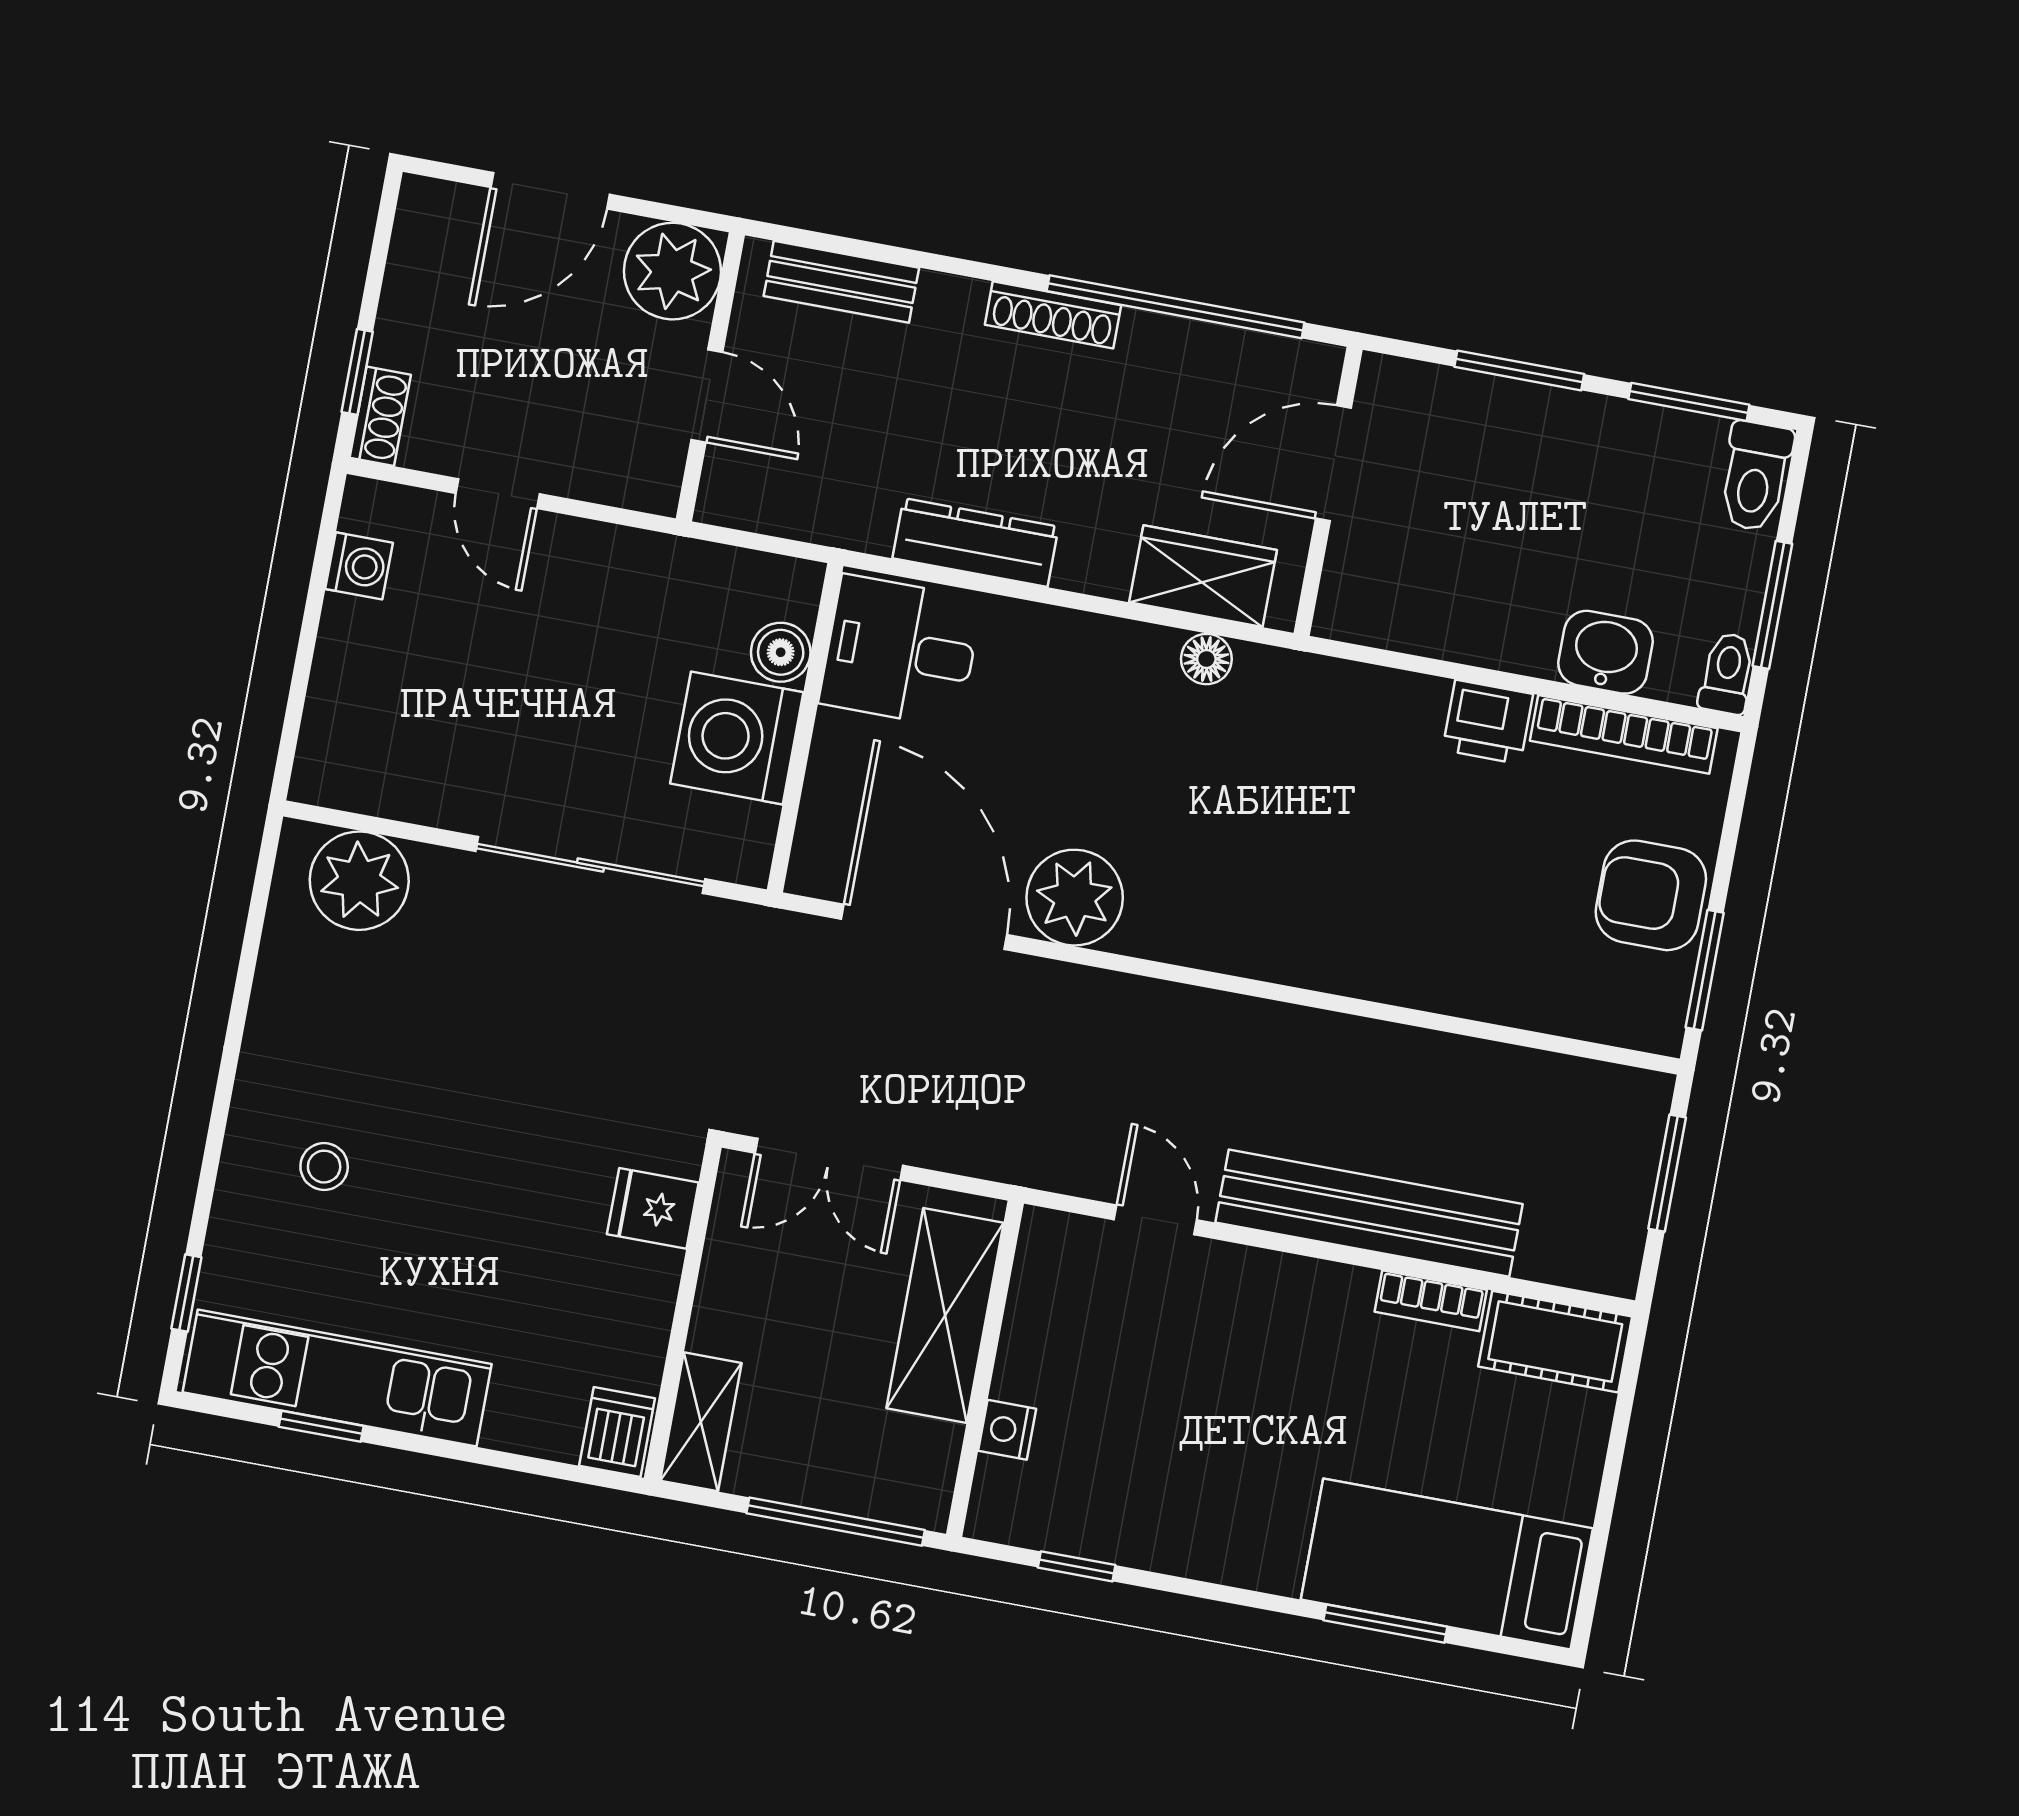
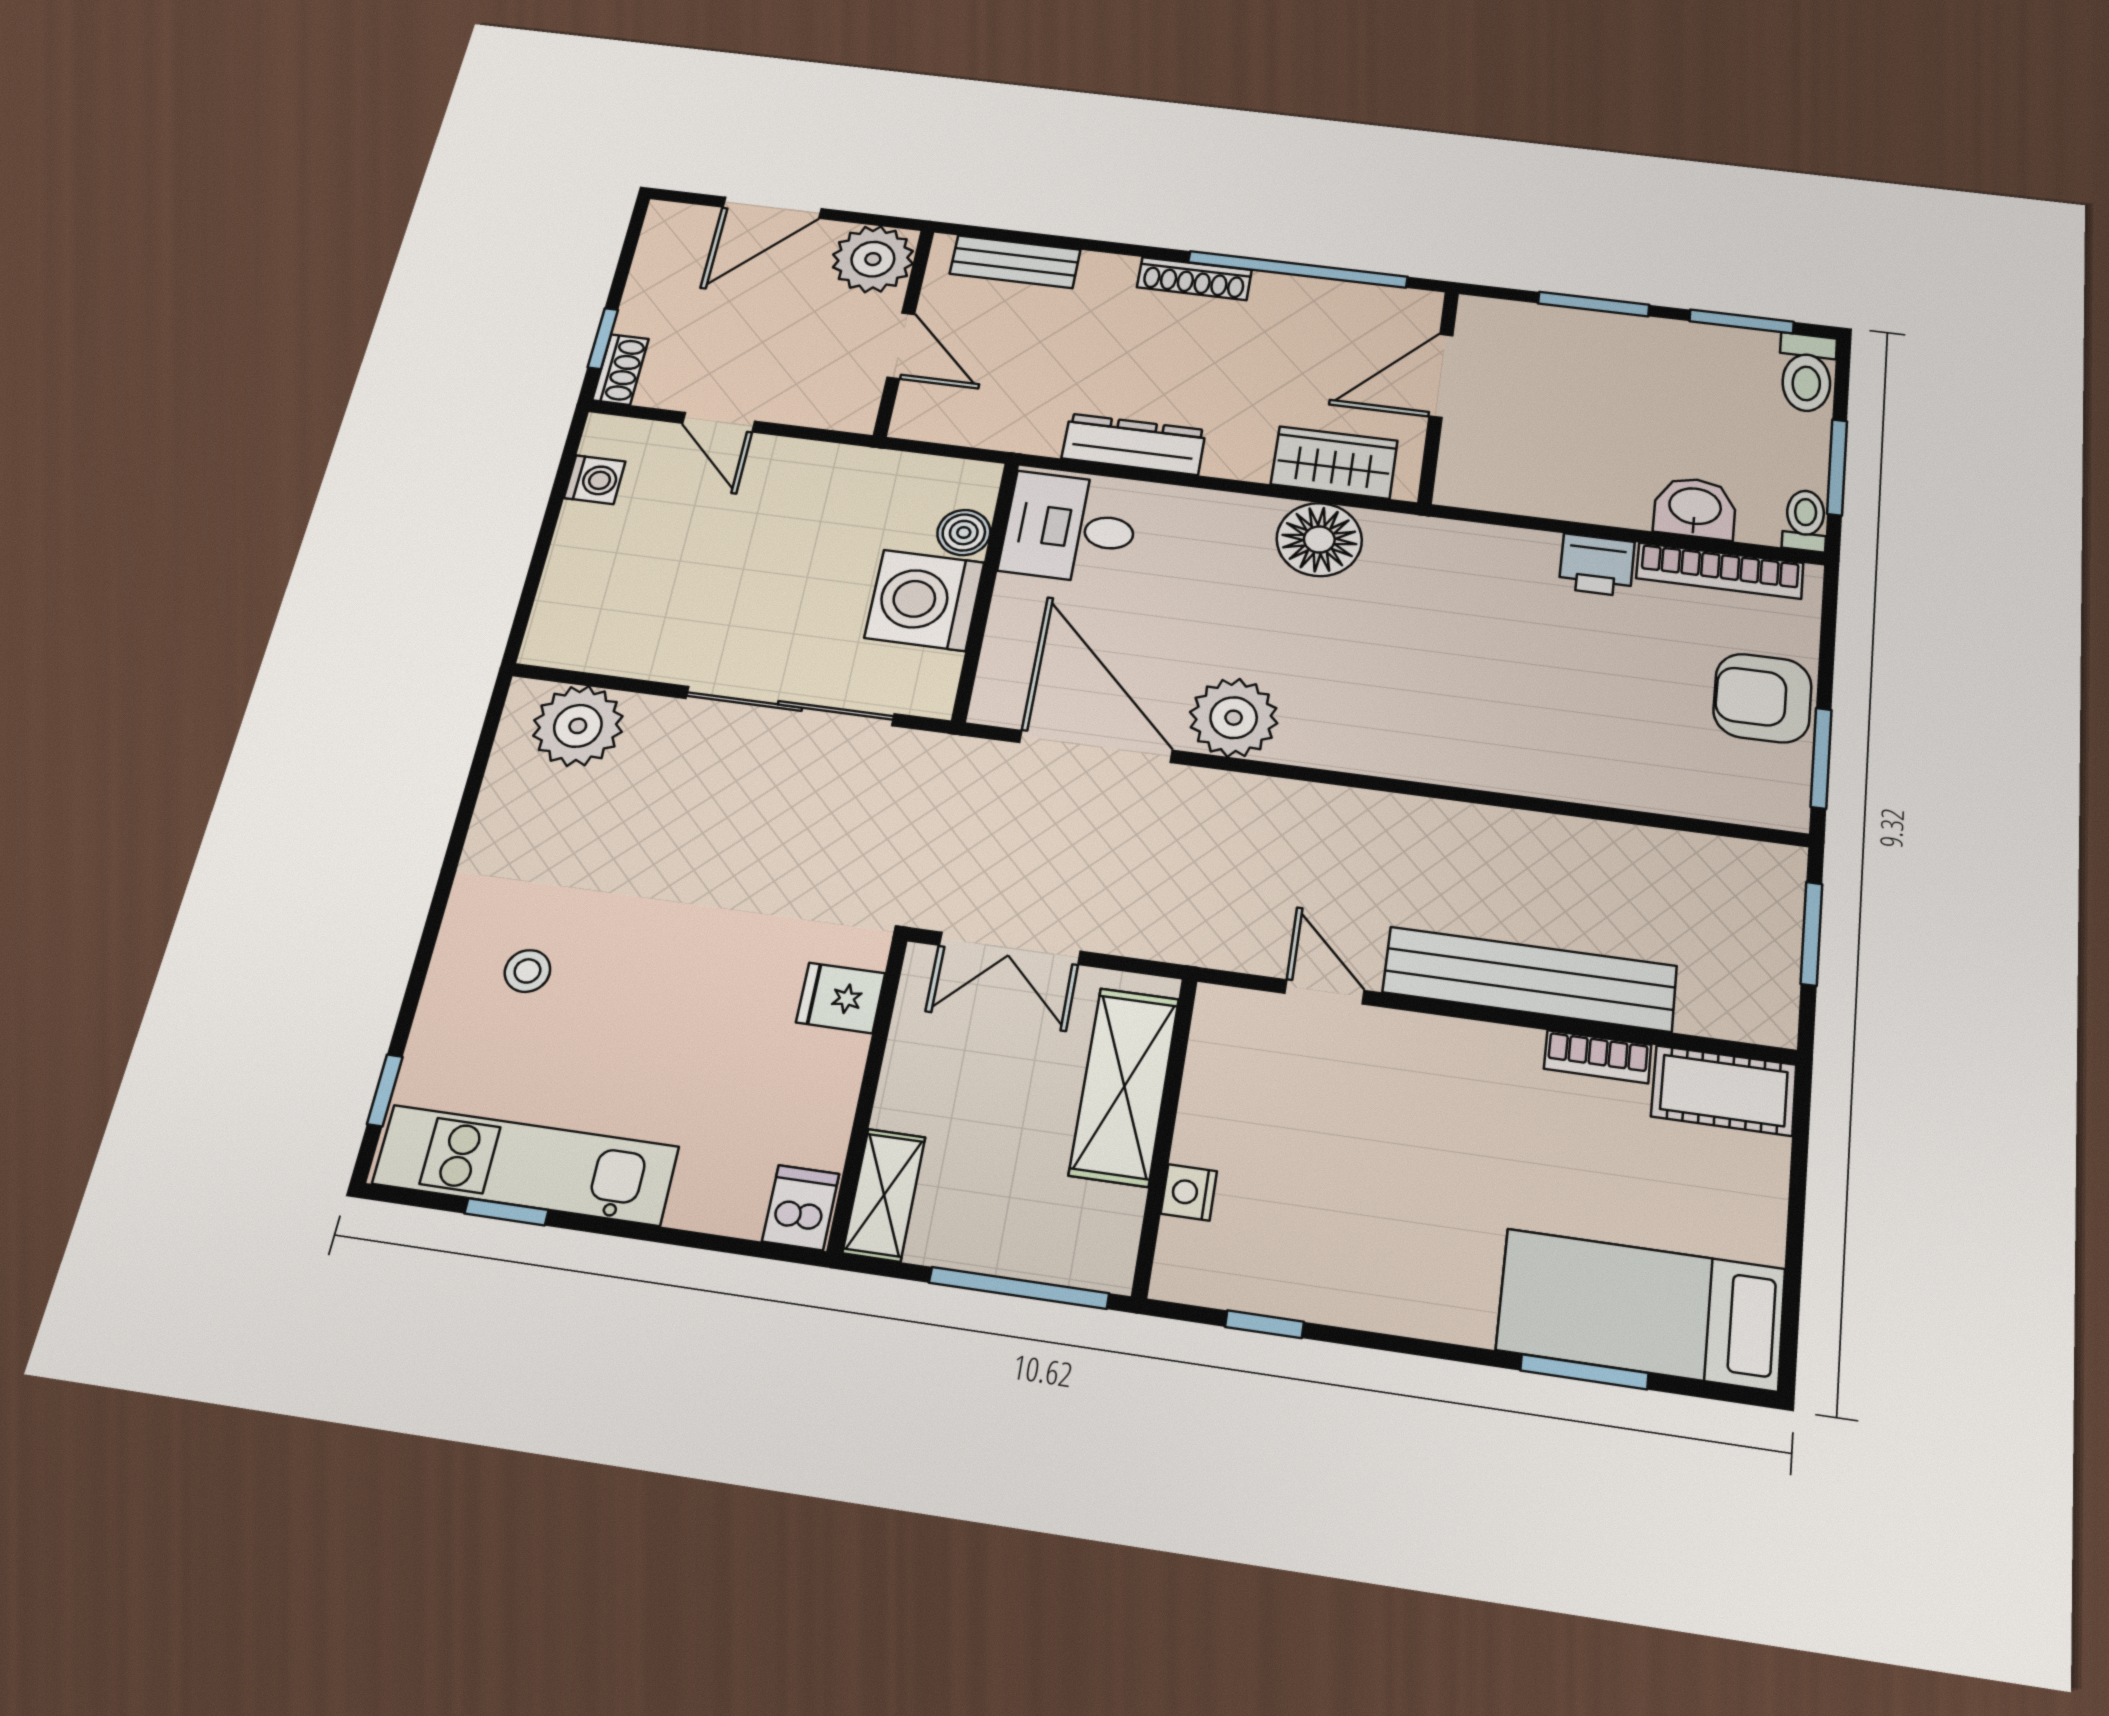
floor lamp: (1206, 659) -> (1319, 539), width x1.89, depth x1.89

